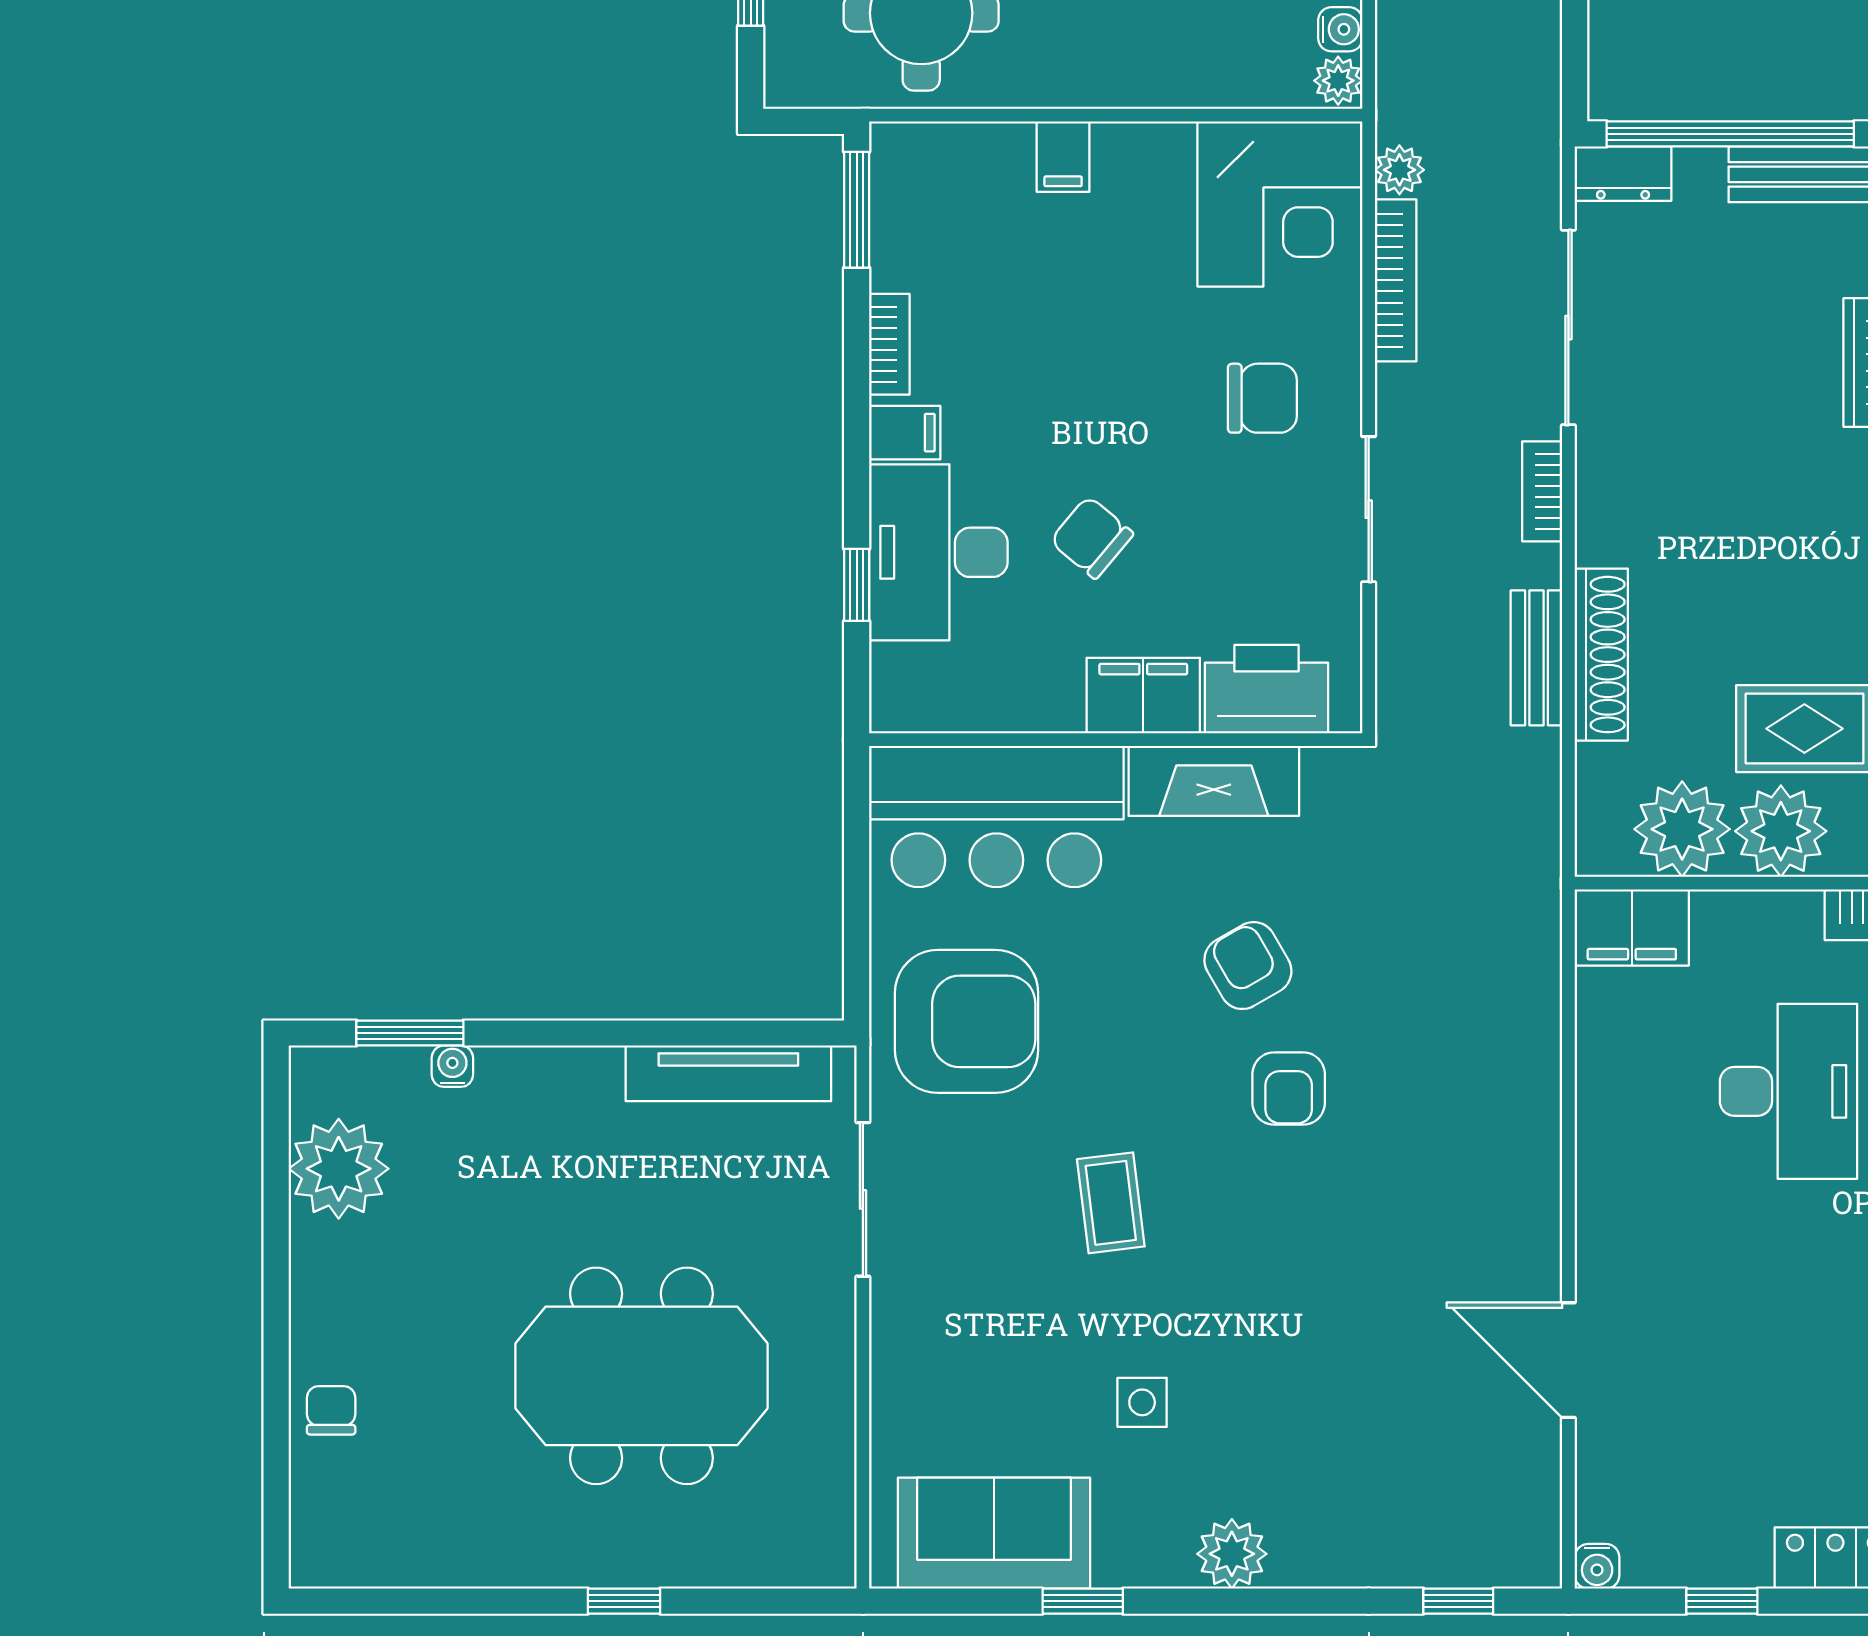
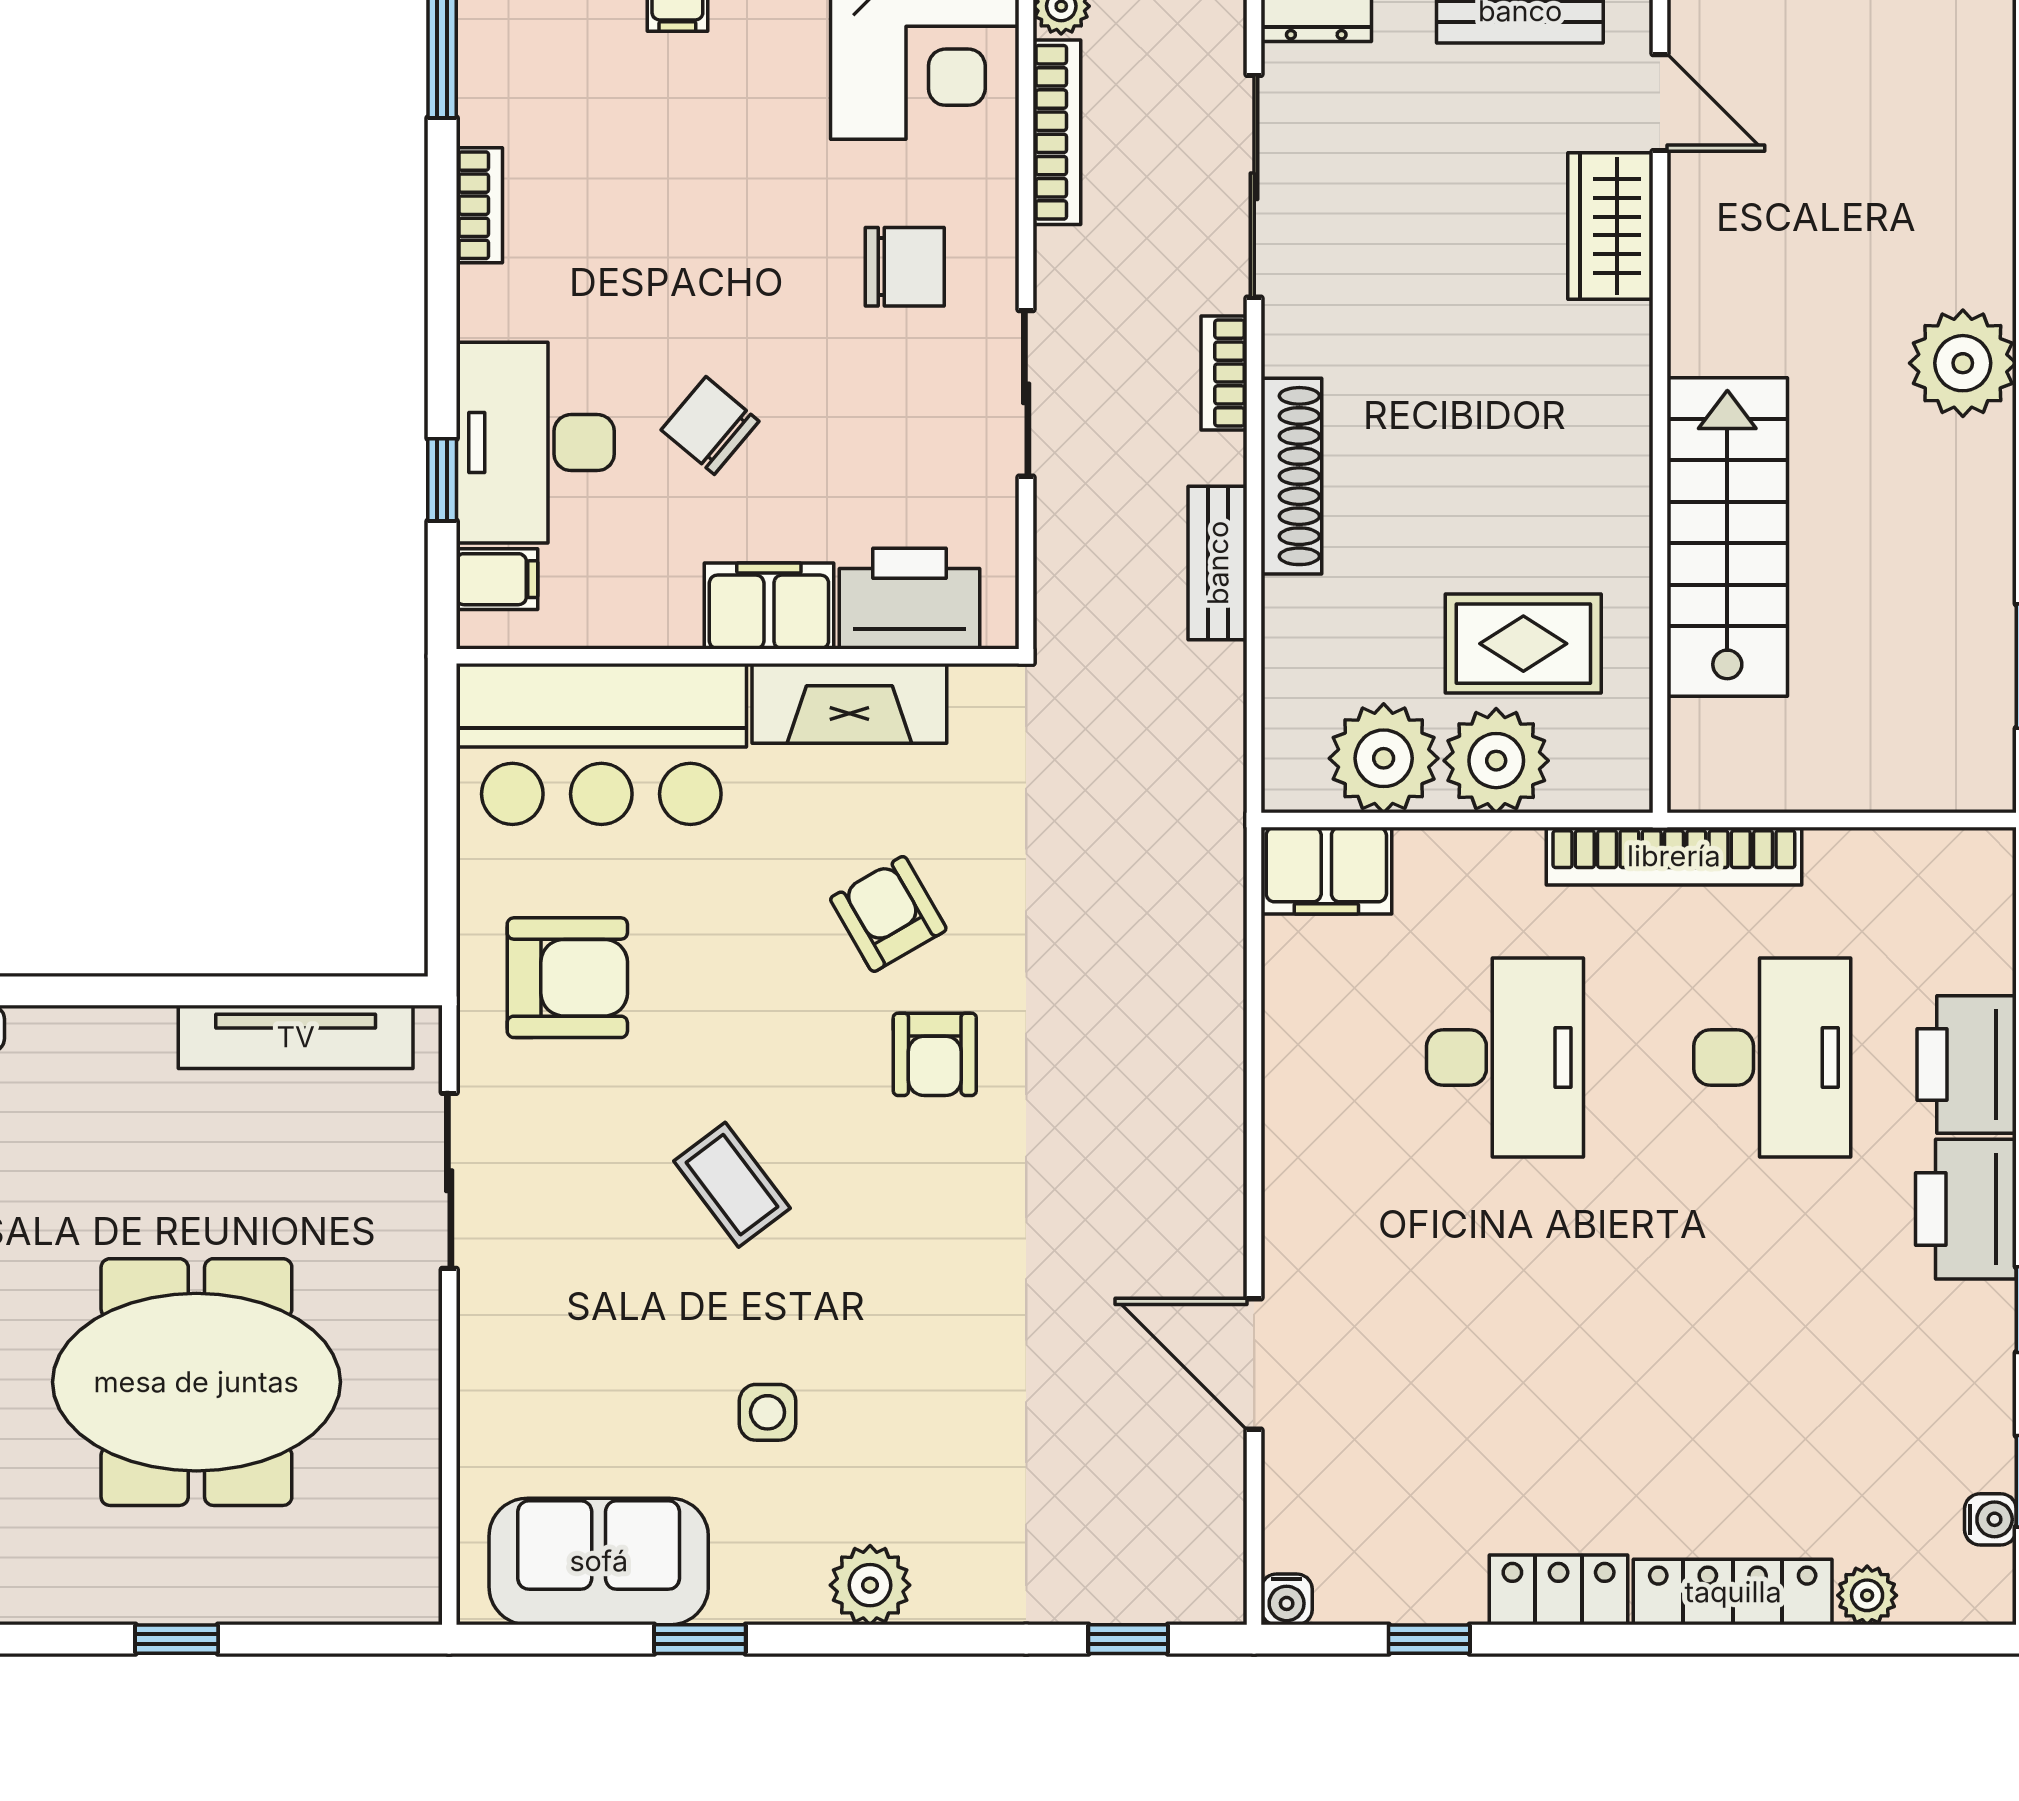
filing cabinet: (905, 433) -> (497, 579), moved
shoe rack: (1601, 655) -> (1291, 476), moved
armchair: (967, 1021) -> (567, 978), width x0.73, depth x0.73
coffee table: (1111, 1203) -> (732, 1185), turned -30

